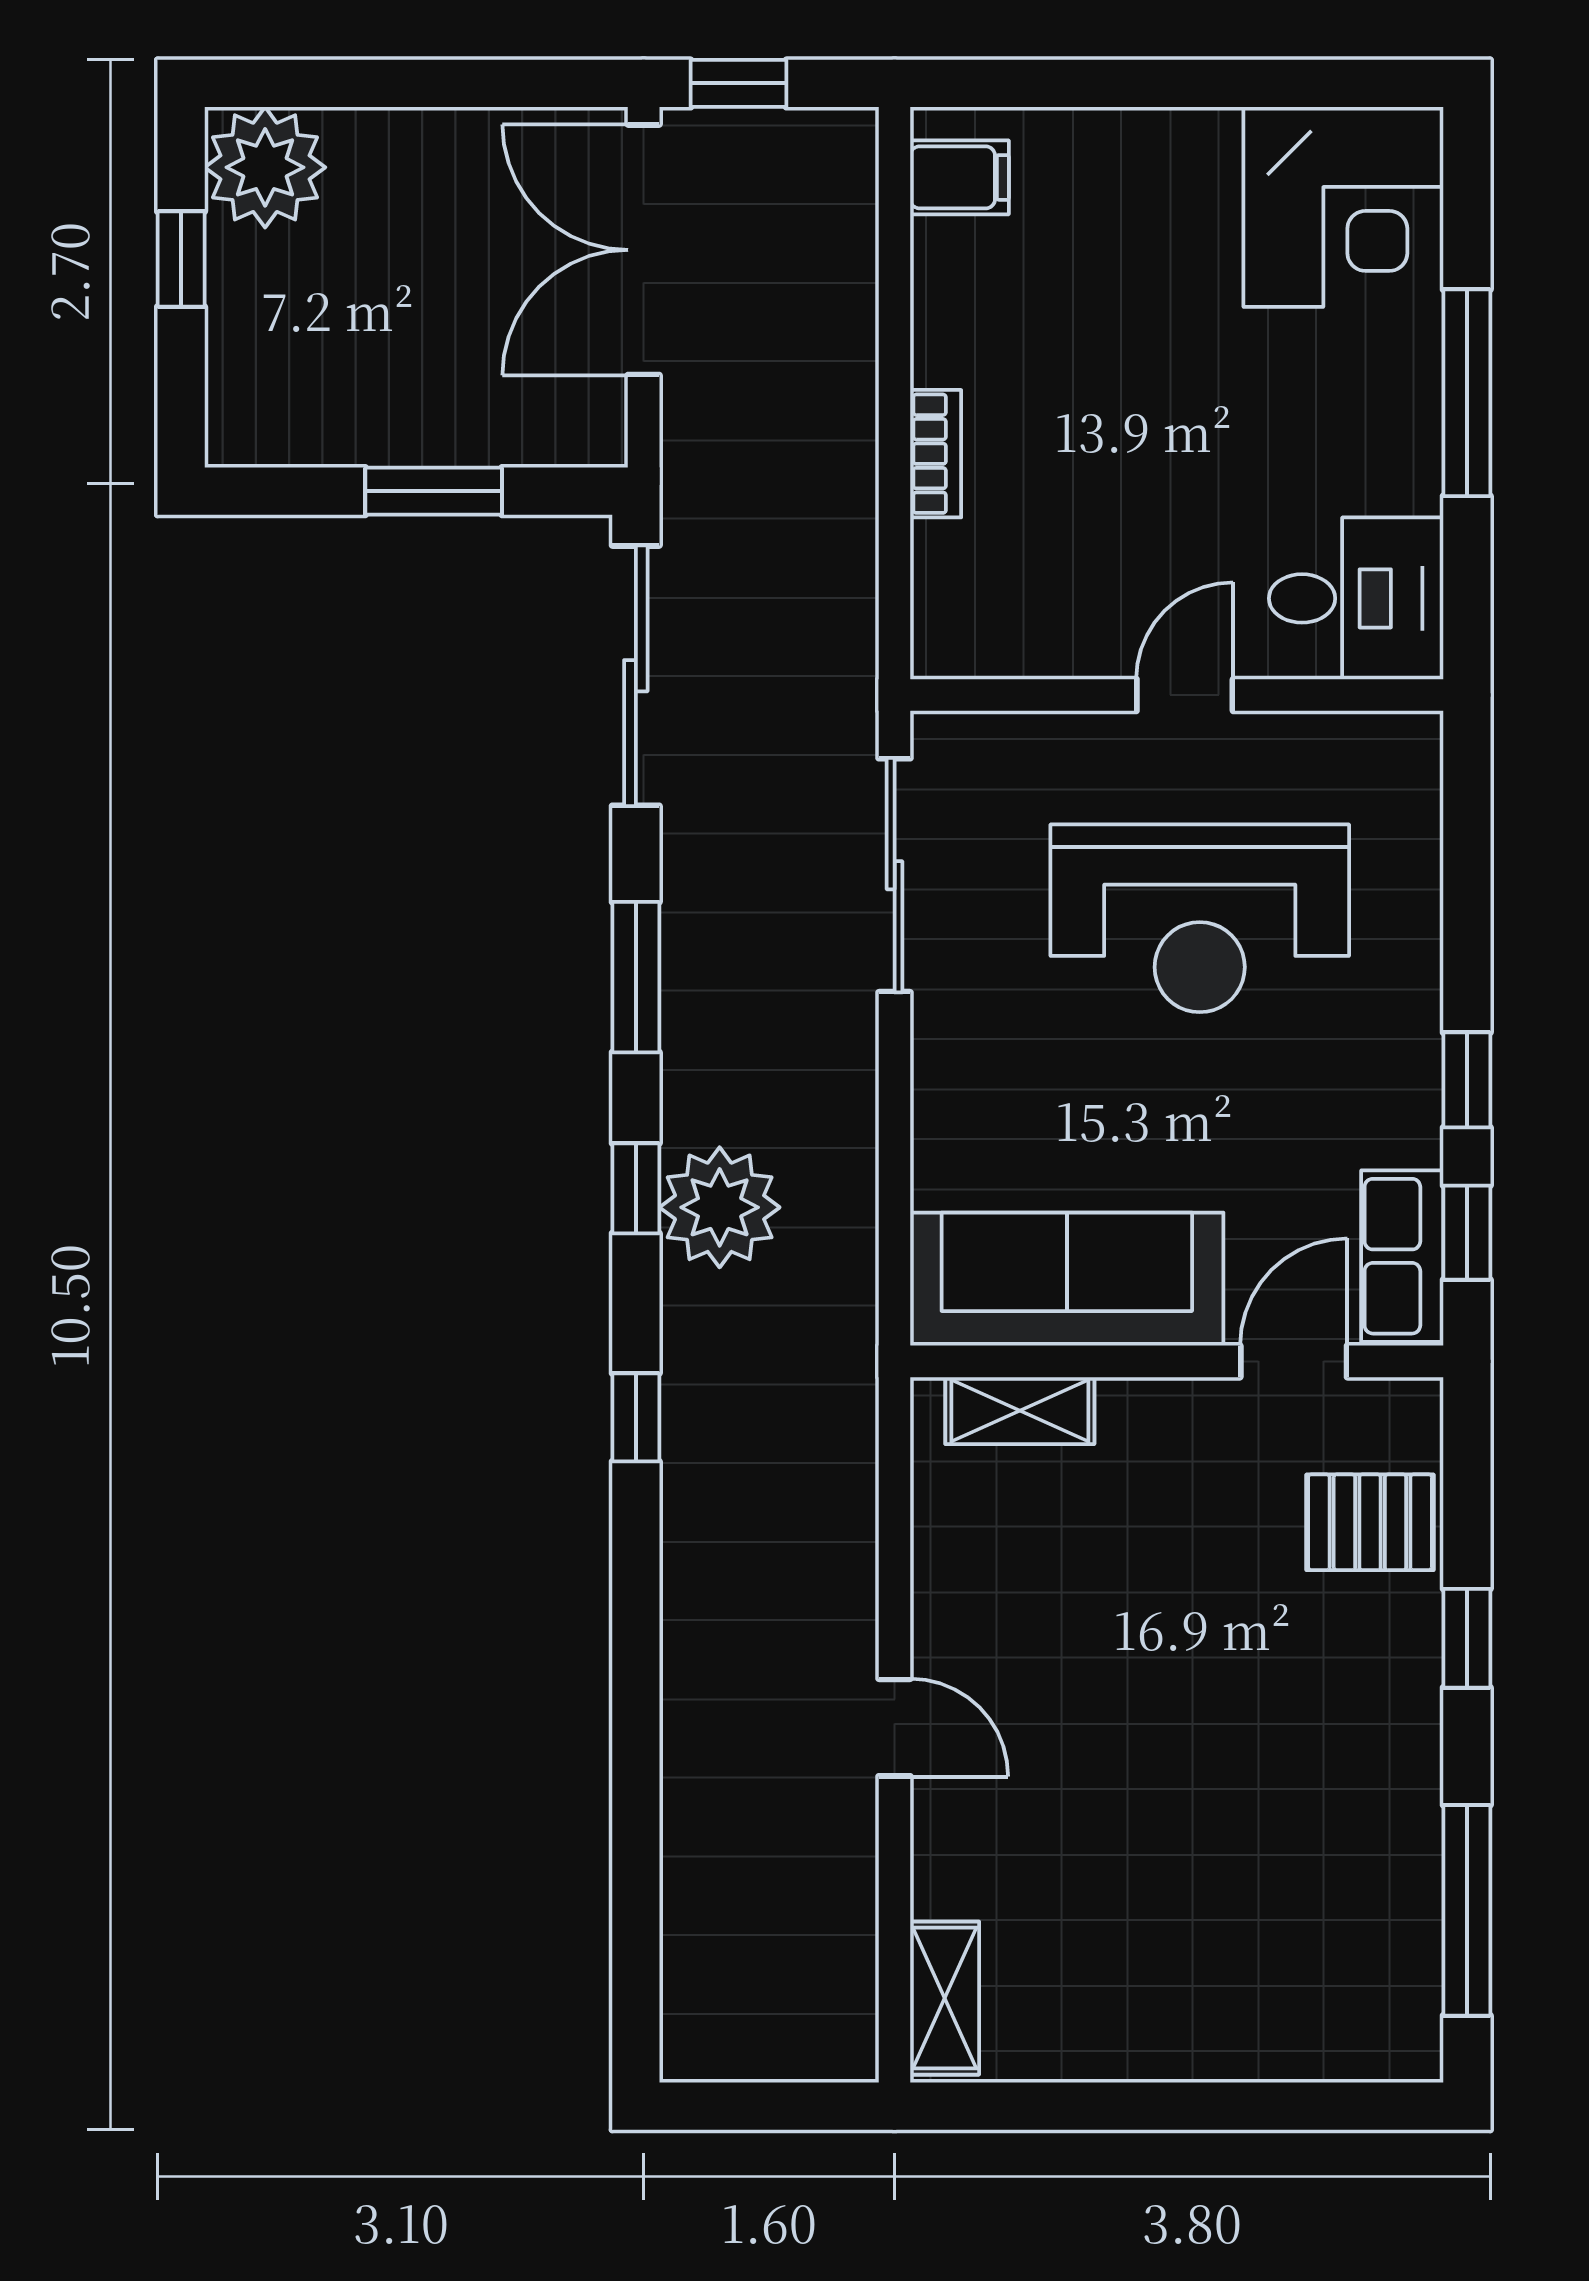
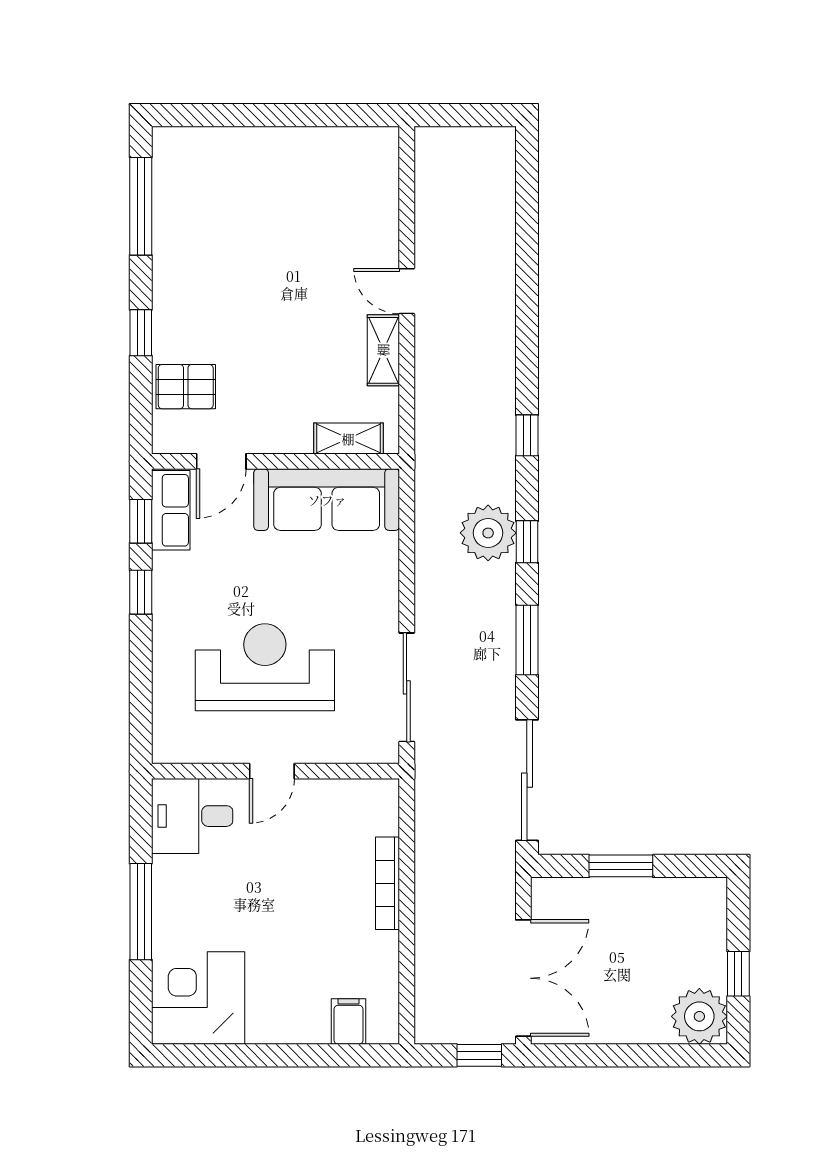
filing cabinet: (959, 177) -> (348, 1022), moved, turned 90
bookcase: (936, 454) -> (388, 883), width x1.56
shelving: (945, 1998) -> (383, 350), moved

